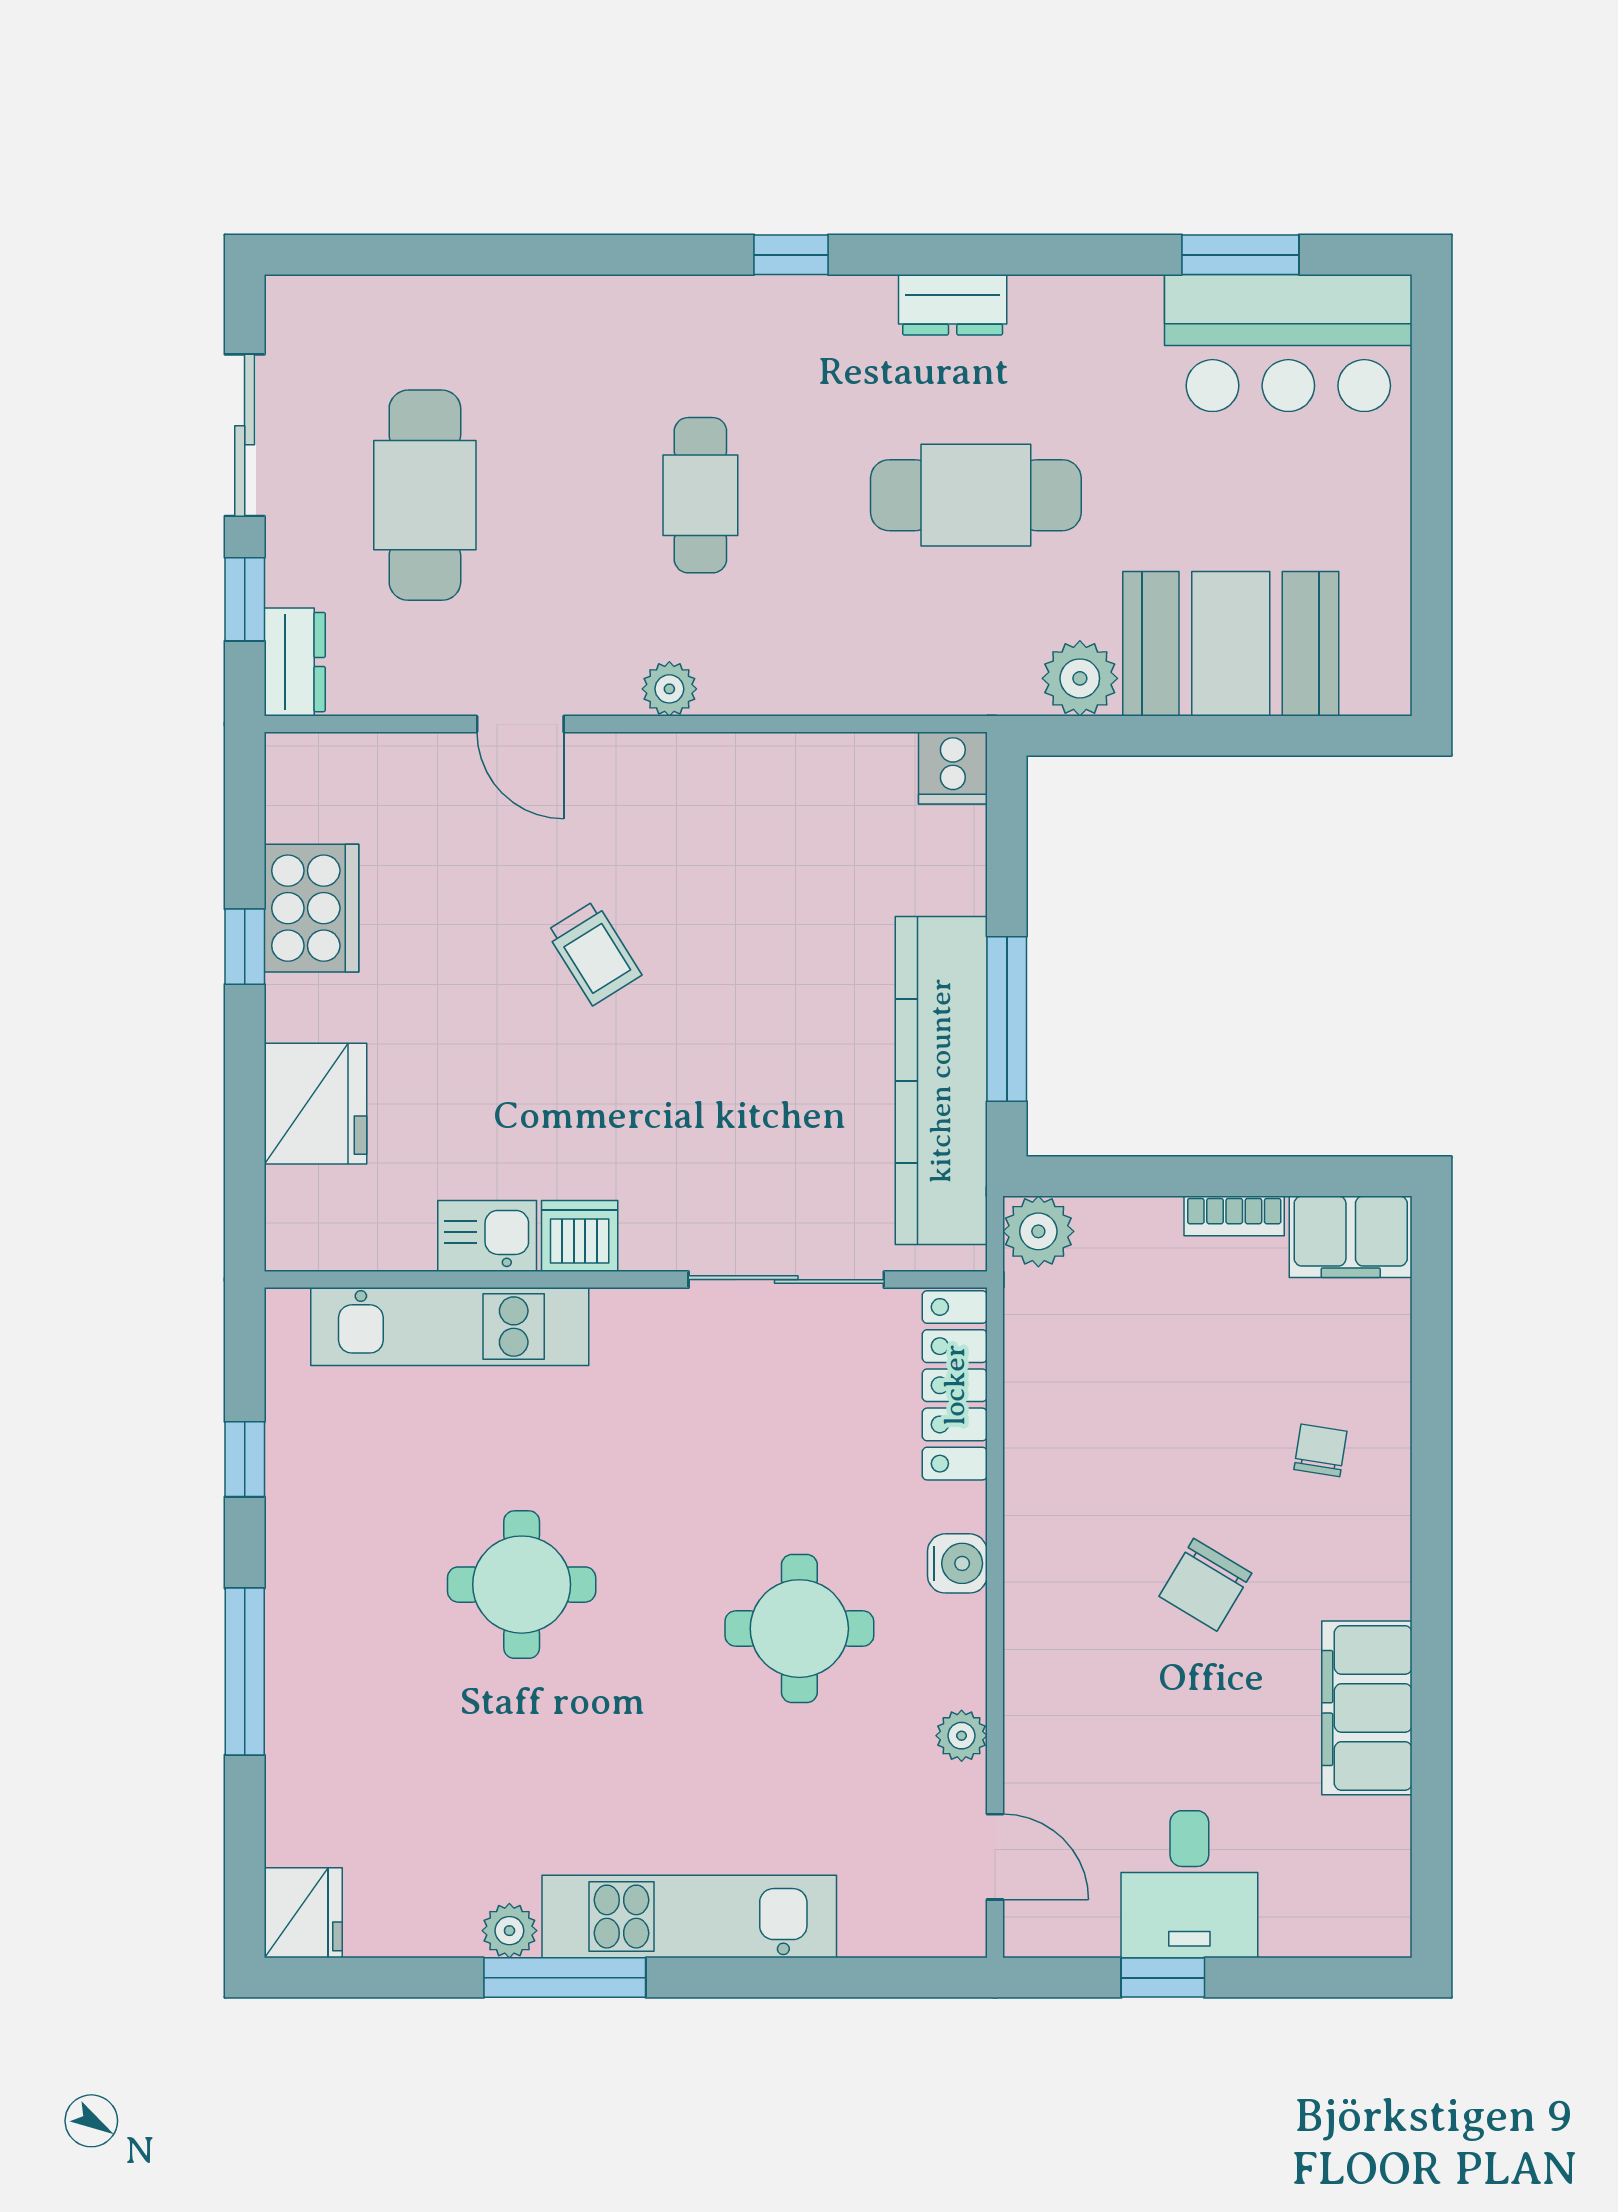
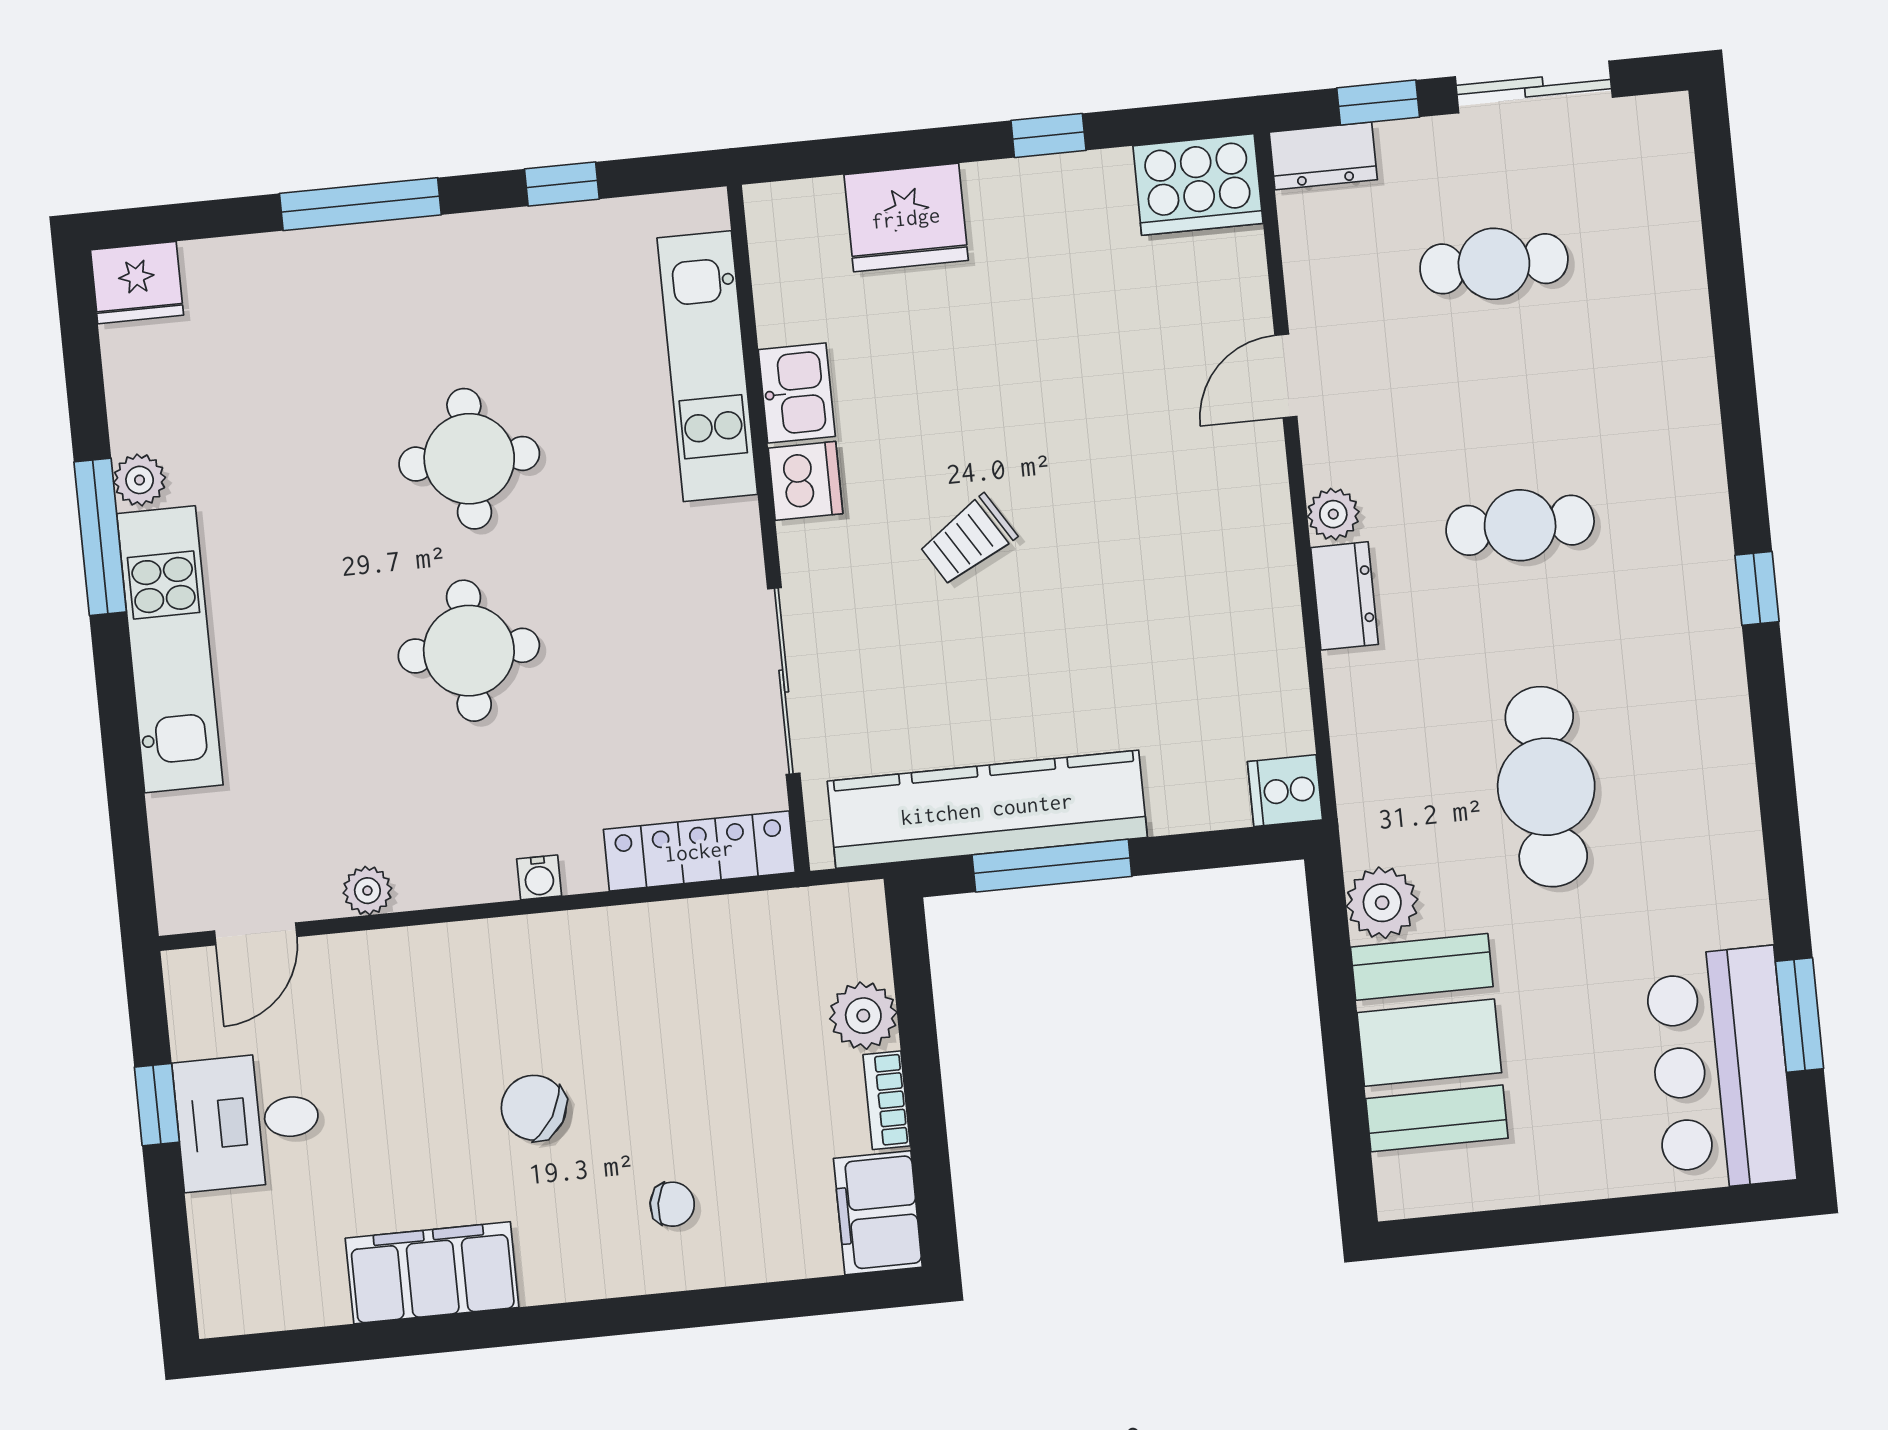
dresser: (953, 305) -> (1344, 596), moved, turned 180
cafe table: (425, 495) -> (1494, 264), width x0.73, depth x0.74
cooker: (311, 908) -> (1198, 185), moved
trolley: (594, 953) -> (968, 540), moved
plant: (1038, 1231) -> (863, 1016), moved
water cooler: (957, 1563) -> (539, 877), width x0.72, depth x0.72
round table: (799, 1629) -> (469, 651), moved

